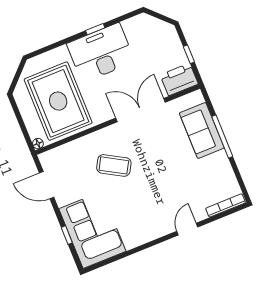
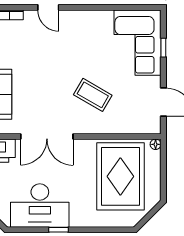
desk: (101, 53) -> (40, 206), moved
door: (187, 229) -> (48, 7), hinge flipped

